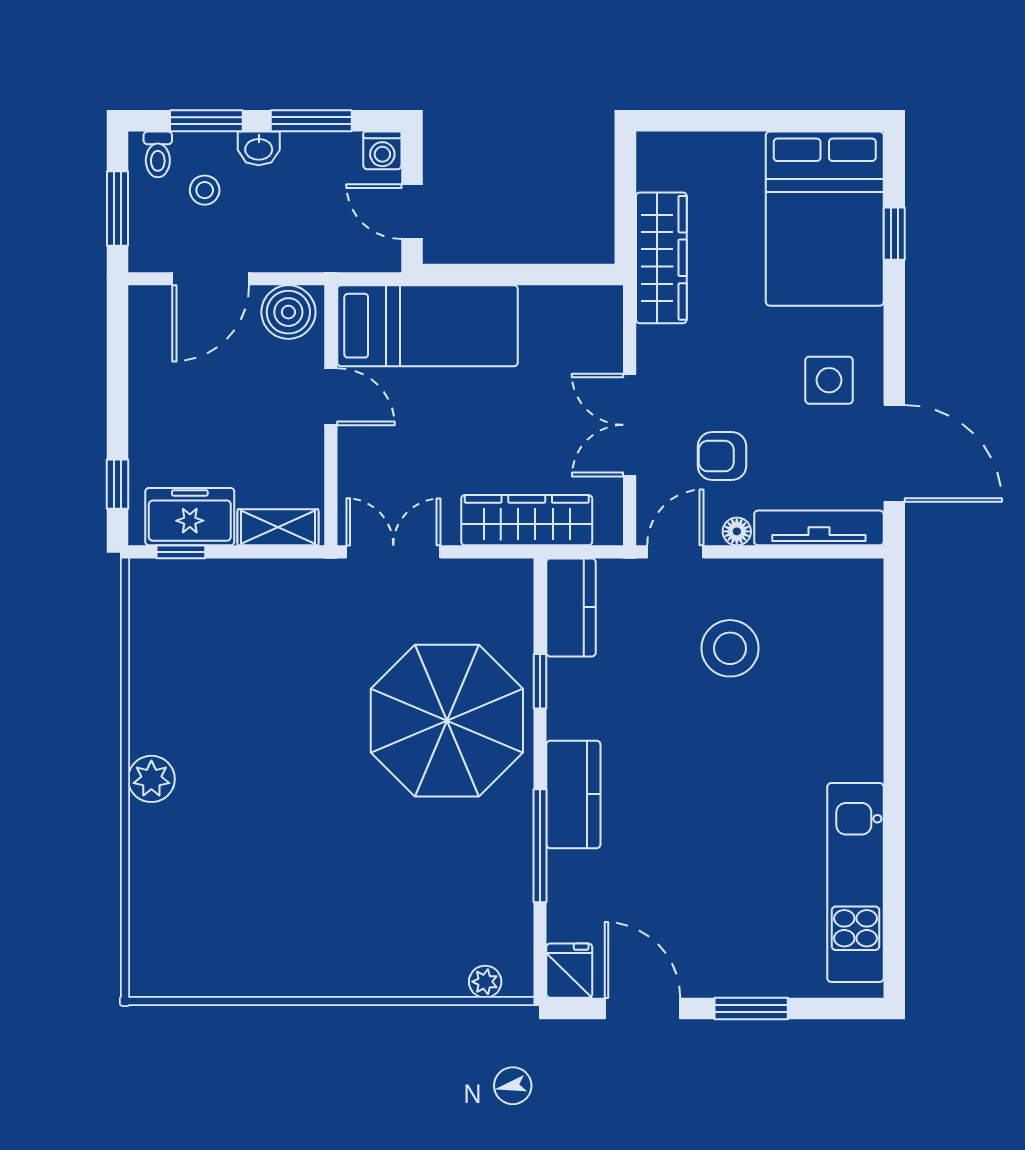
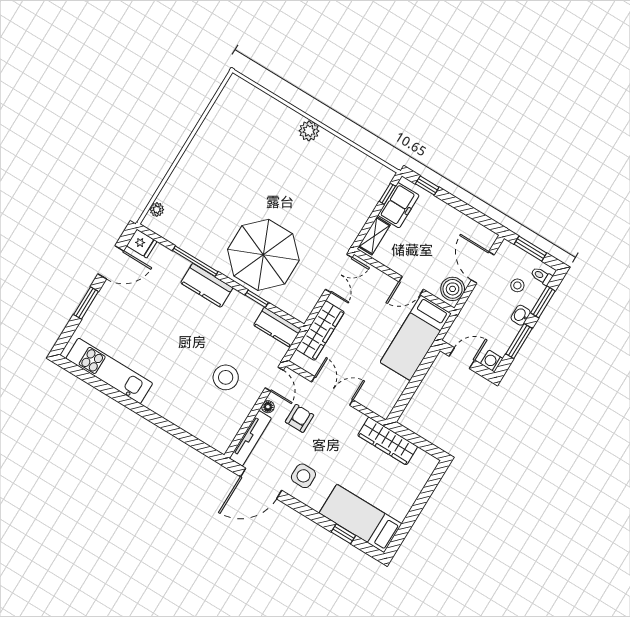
bed: (825, 219) -> (360, 518), width x0.67

